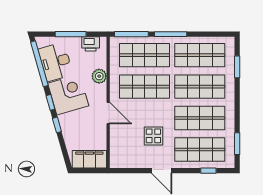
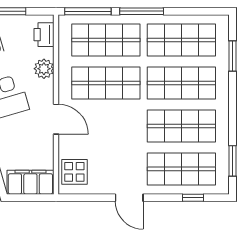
printer: (91, 44) -> (44, 35), moved, turned 90
display table: (153, 136) -> (74, 172), moved

